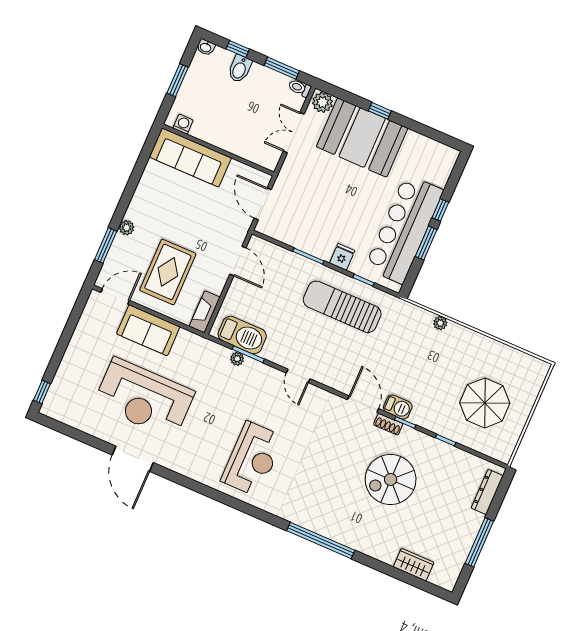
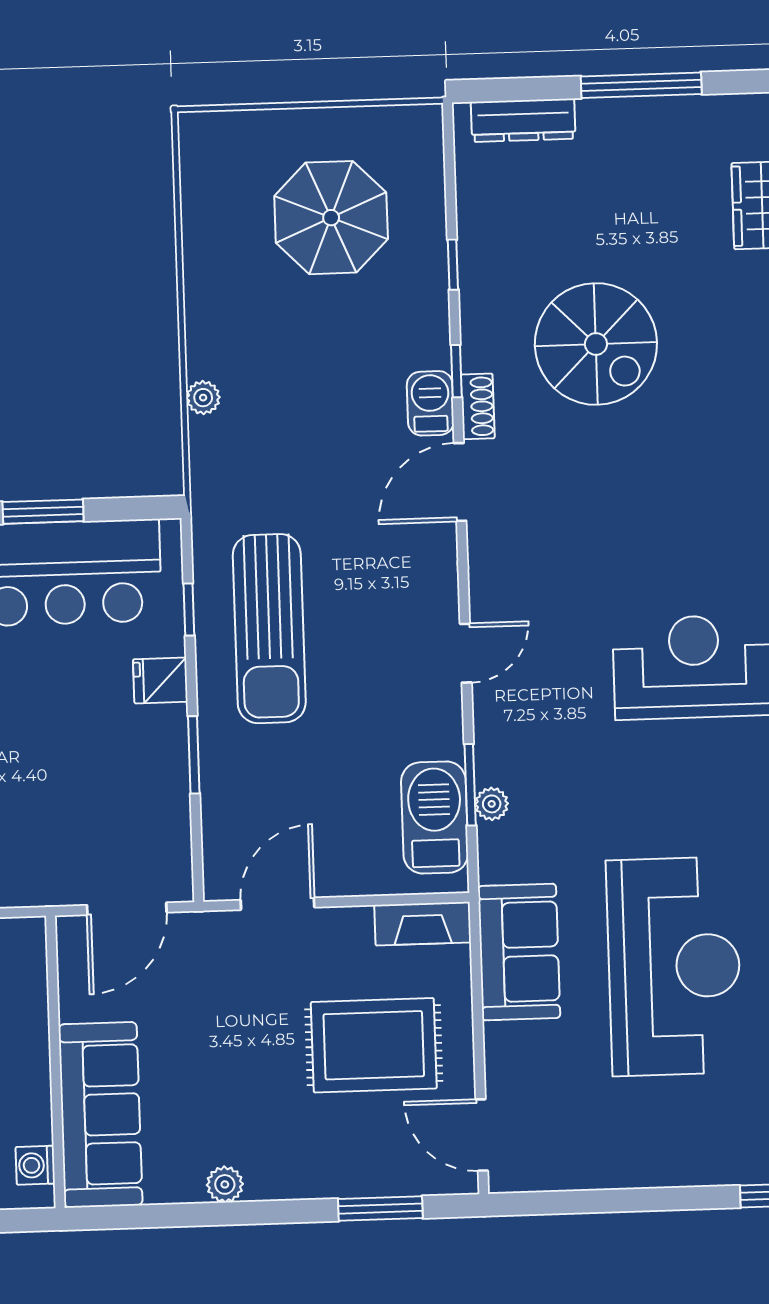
plant: (127, 228) -> (225, 1184), moved
sofa: (148, 330) -> (519, 952), moved

